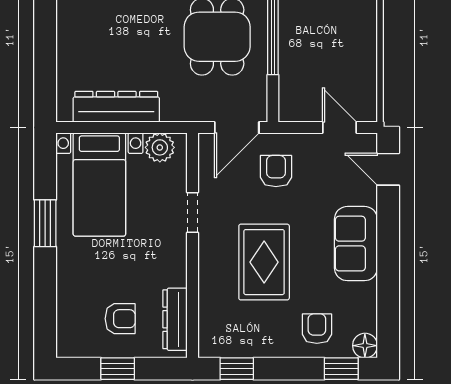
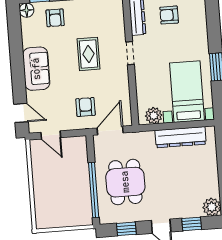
armchair: (276, 171) -> (86, 107), turned 180
doorway: (192, 212) -> (130, 53), moved
rug: (264, 262) -> (89, 54), width x0.73, depth x0.70

